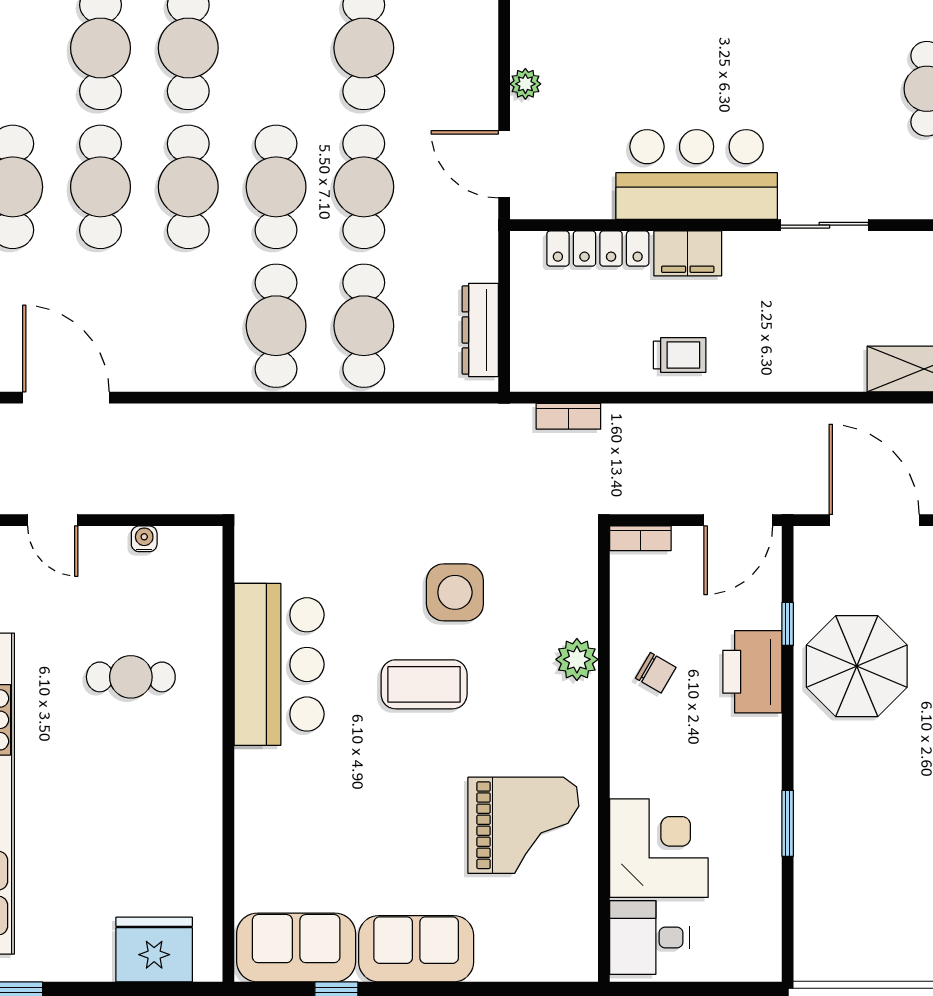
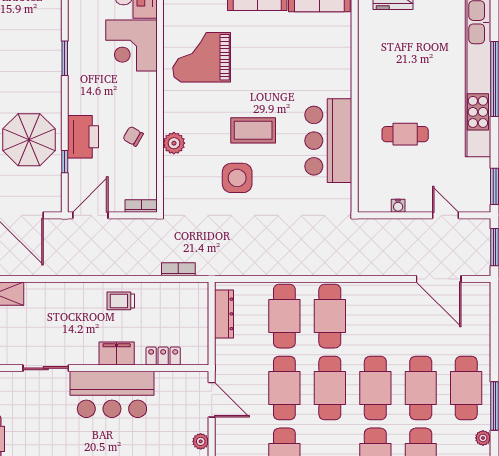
locker: (598, 249) -> (163, 356), width x0.66

